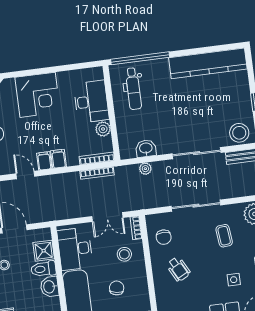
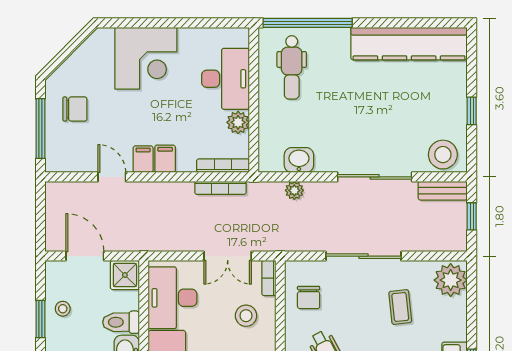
shower: (44, 251) -> (125, 275), moved

